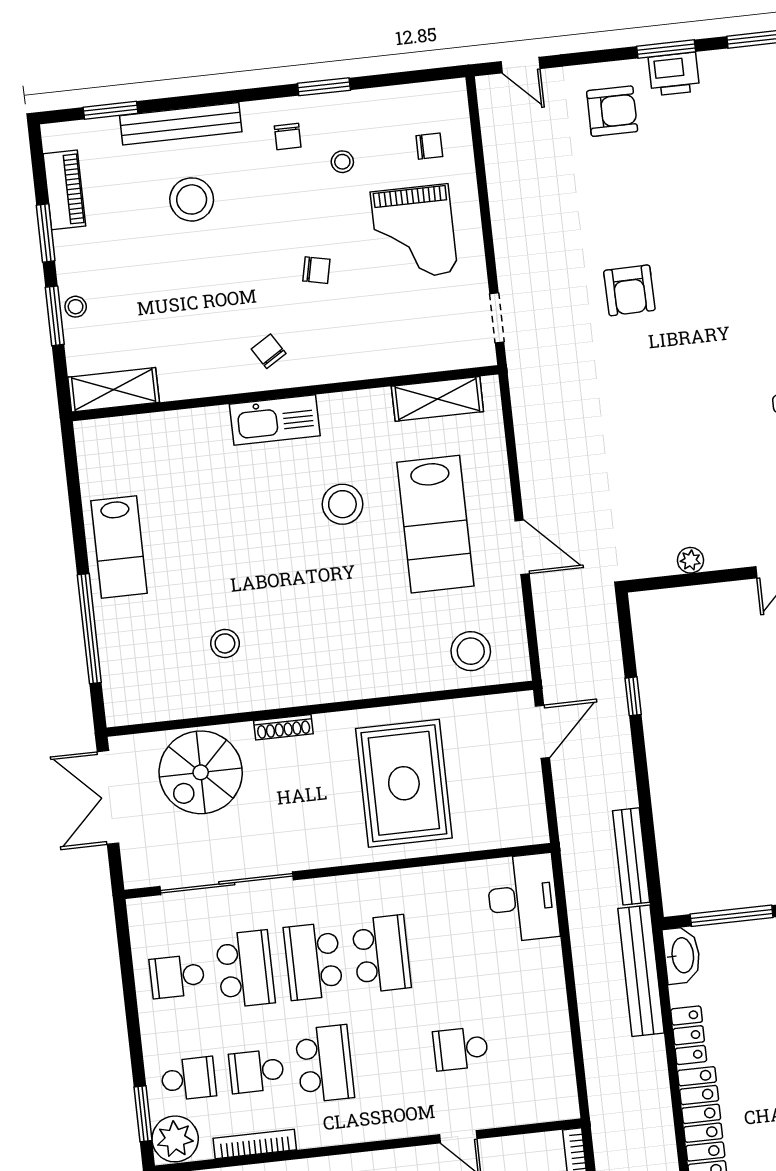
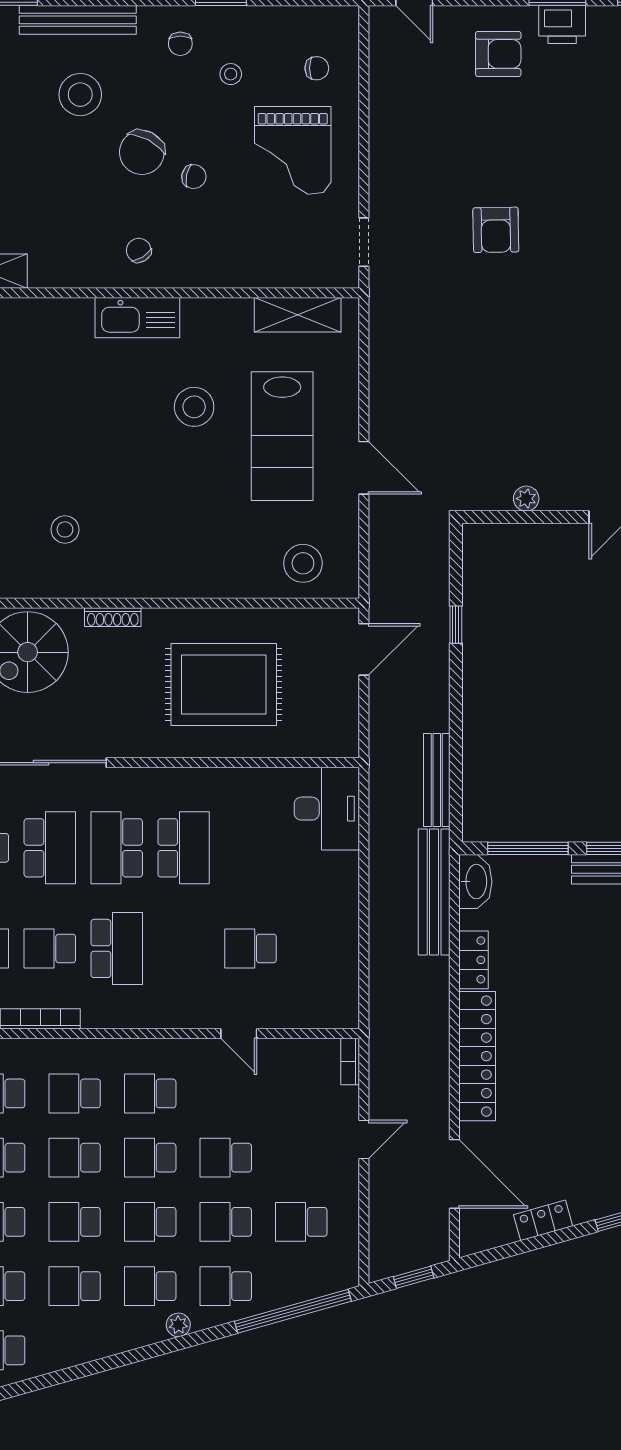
chair: (261, 251) -> (142, 152), added
rug: (404, 783) -> (224, 685), turned 90

